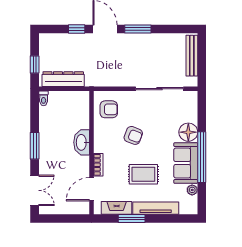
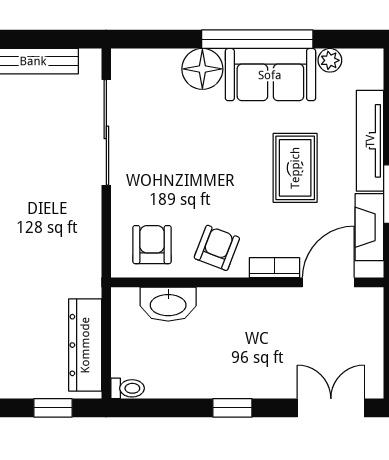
armchair: (133, 135) -> (217, 248), moved
washbasin: (82, 142) -> (168, 304), moved
window: (35, 146) -> (232, 408), width x0.67
door: (92, 189) -> (328, 282), swing flipped

